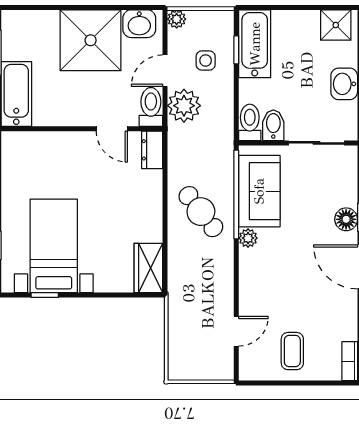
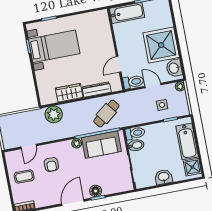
bathtub: (255, 44) -> (187, 141), moved, turned 90
plant: (184, 106) -> (54, 114), moved
dresser: (152, 150) -> (97, 90), moved, width x1.44
cafe table: (201, 212) -> (106, 113), moved
wardrobe: (148, 268) -> (69, 93), moved
armchair: (279, 294) -> (51, 165), added
door: (236, 331) -> (29, 146), hinge flipped

